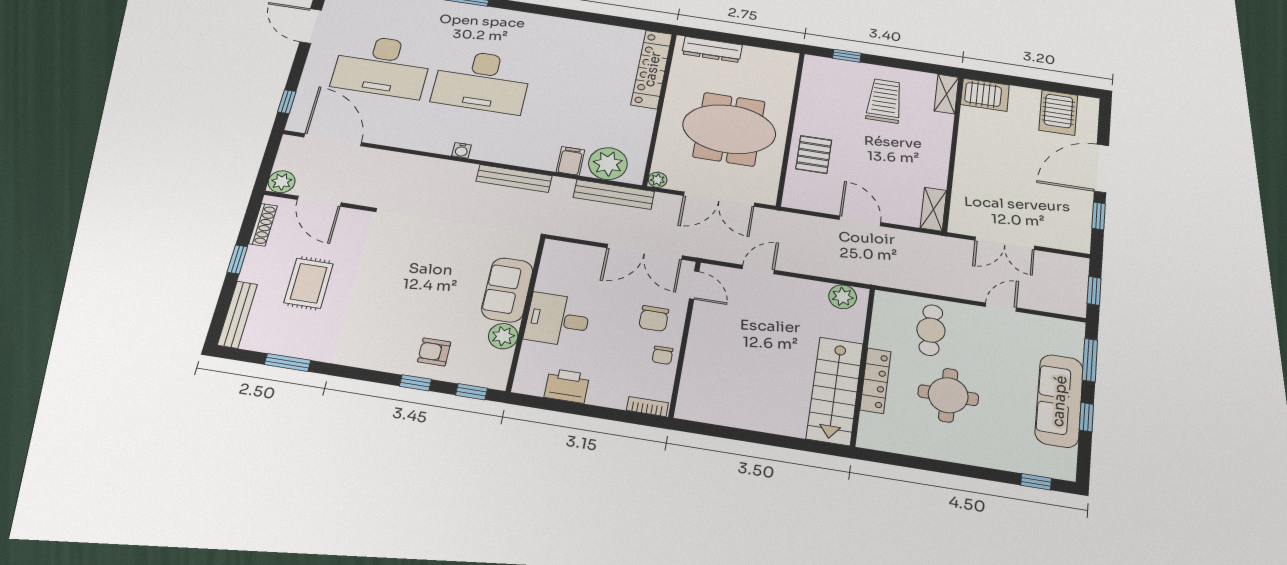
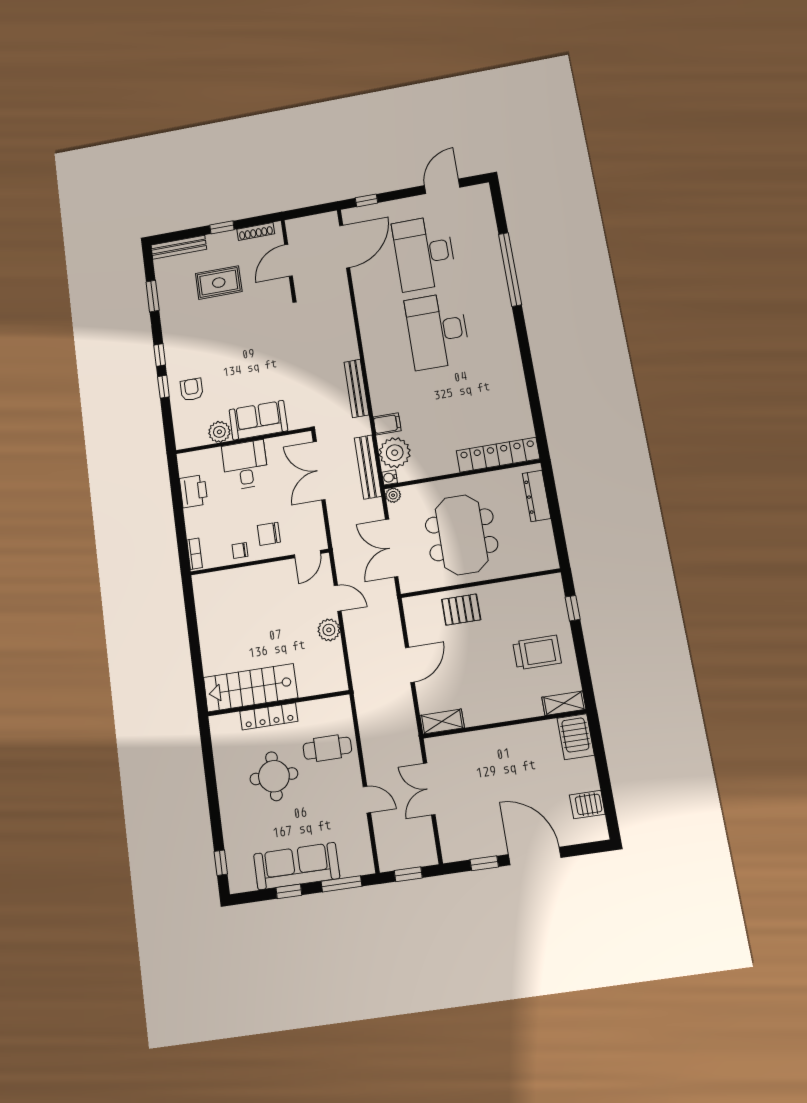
server rack: (1058, 113) -> (587, 804), width x0.73, depth x0.70
water cooler: (462, 150) -> (390, 477), moved
plant: (282, 182) -> (296, 228), removed
double door: (645, 252) -> (319, 471), moved
plant: (843, 297) -> (329, 630), moved
window: (471, 392) -> (160, 355), moved

